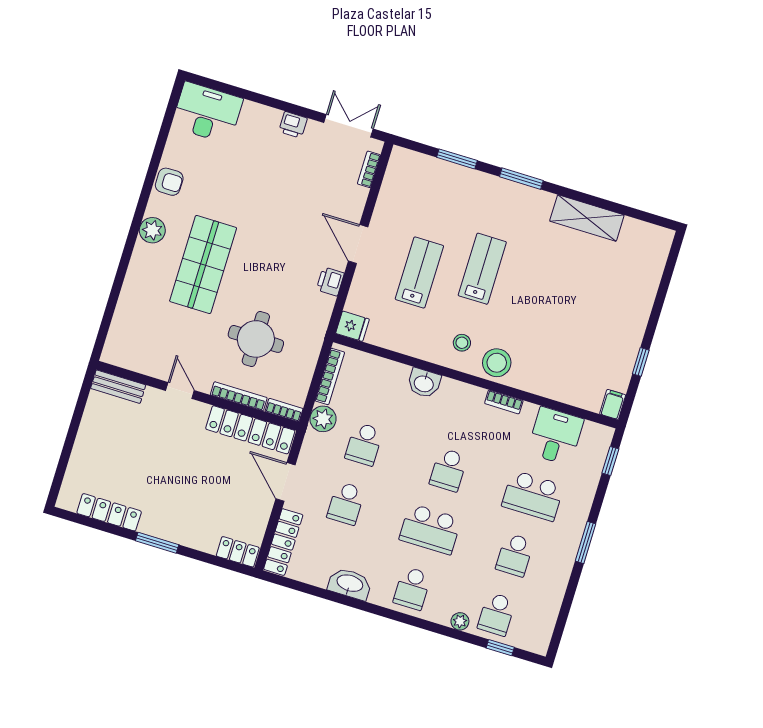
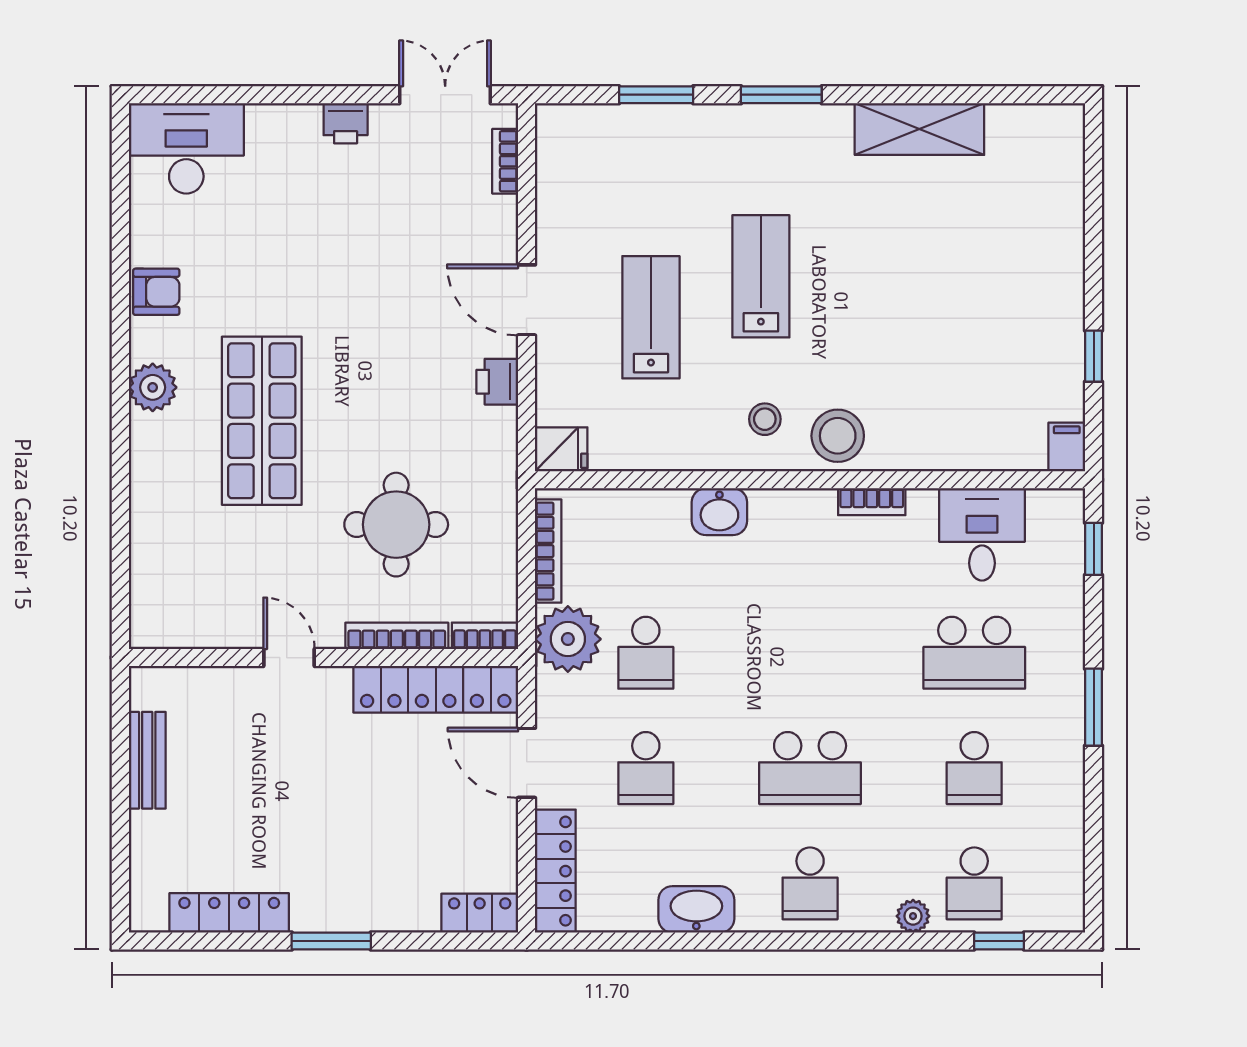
bench: (118, 387) -> (147, 760), moved, turned 90
plant: (323, 419) -> (568, 639), width x1.36, depth x1.36
school desk: (448, 470) -> (810, 653), removed

